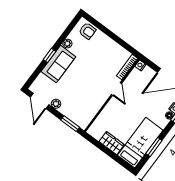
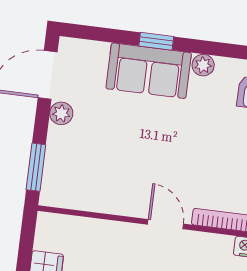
door: (116, 89) -> (166, 224), swing flipped

